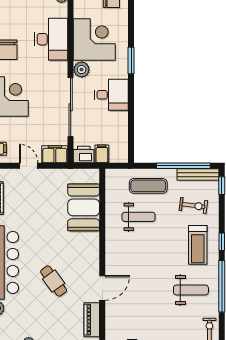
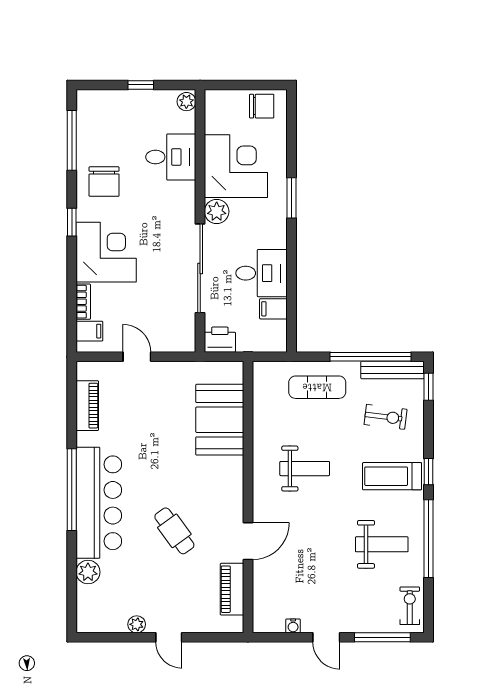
desk: (51, 39) -> (171, 157), width x0.73
desk: (111, 95) -> (262, 273), moved
filing cabinet: (55, 154) -> (176, 339), removed
filing cabinet: (102, 154) -> (273, 309), moved, turned -90
weight bench: (139, 217) -> (305, 469), moved
treadmill: (198, 245) -> (392, 476), turned 90

